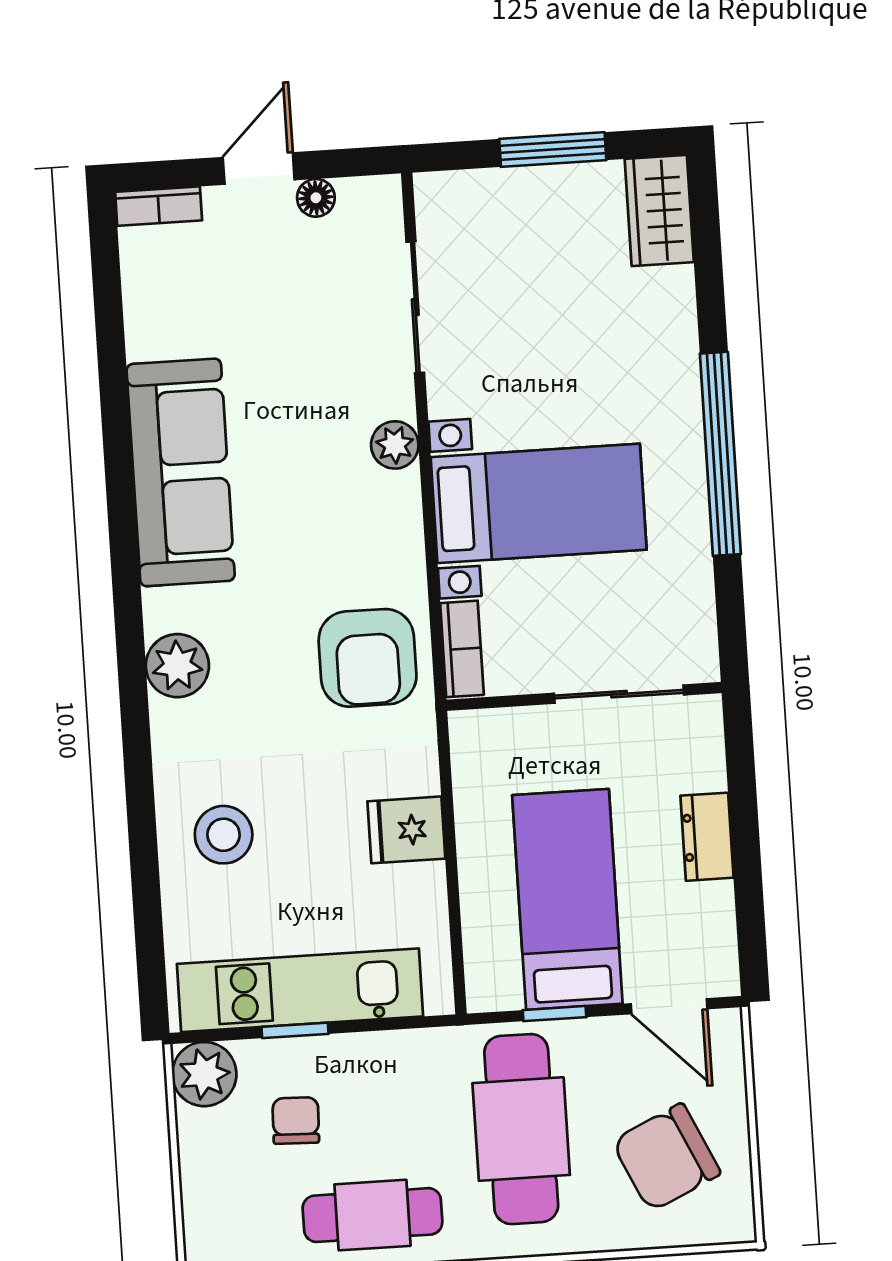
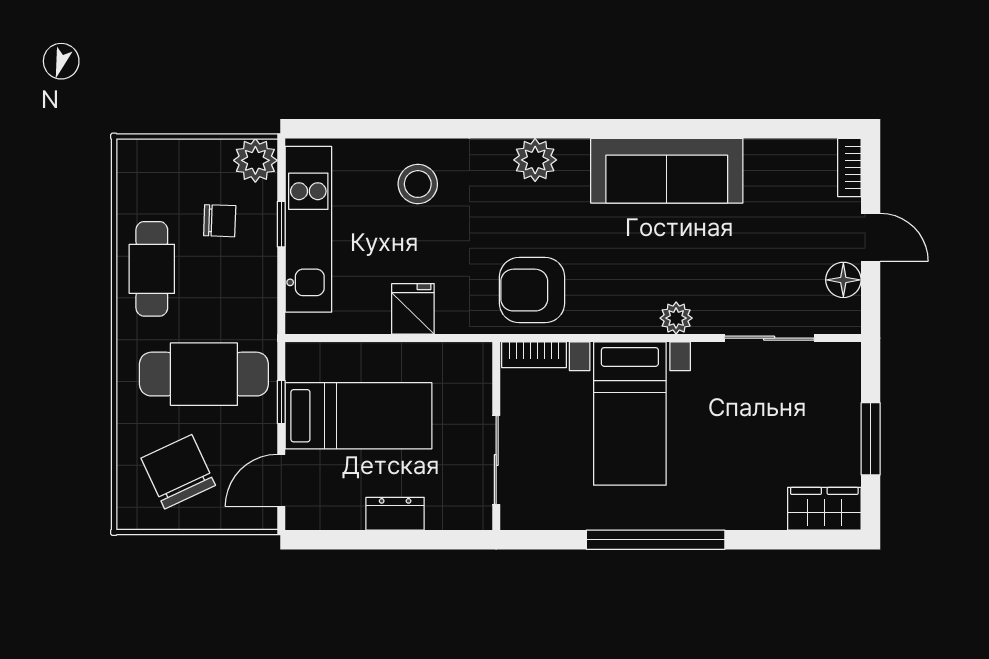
floor lamp: (316, 198) -> (843, 280), width x1.37, depth x1.37

